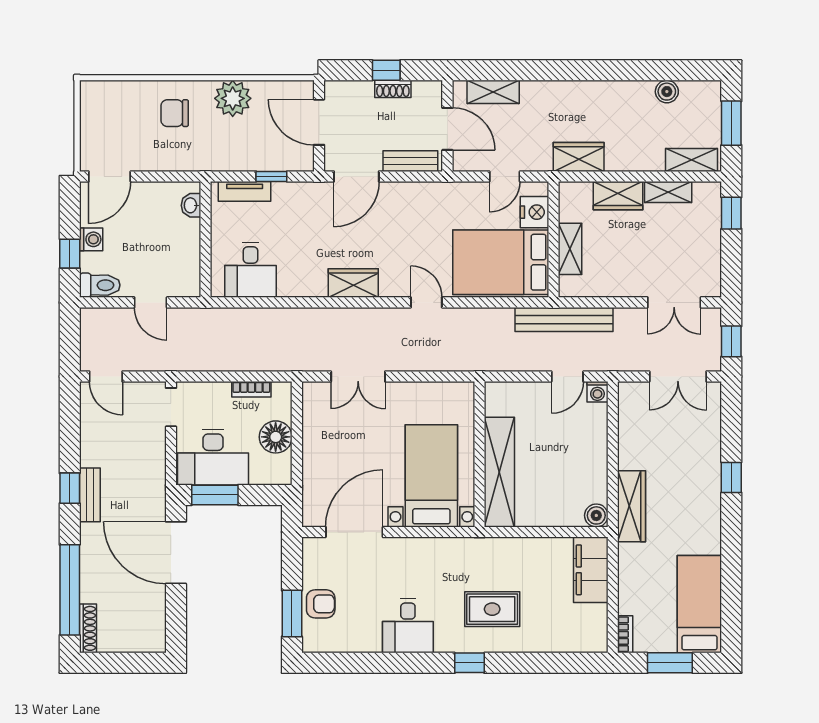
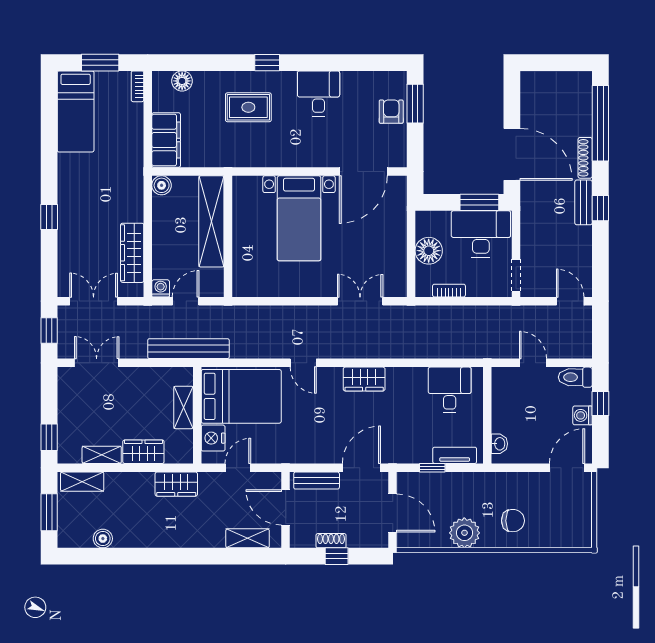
wall: (480, 454) -> (228, 236), moved
shelving: (499, 472) -> (211, 221), moved
wardrobe: (632, 506) -> (132, 253), moved
armchair: (321, 604) -> (391, 112), turned 90
shoe rack: (88, 628) -> (585, 158), moved
floor lamp: (572, 641) -> (182, 81), added

